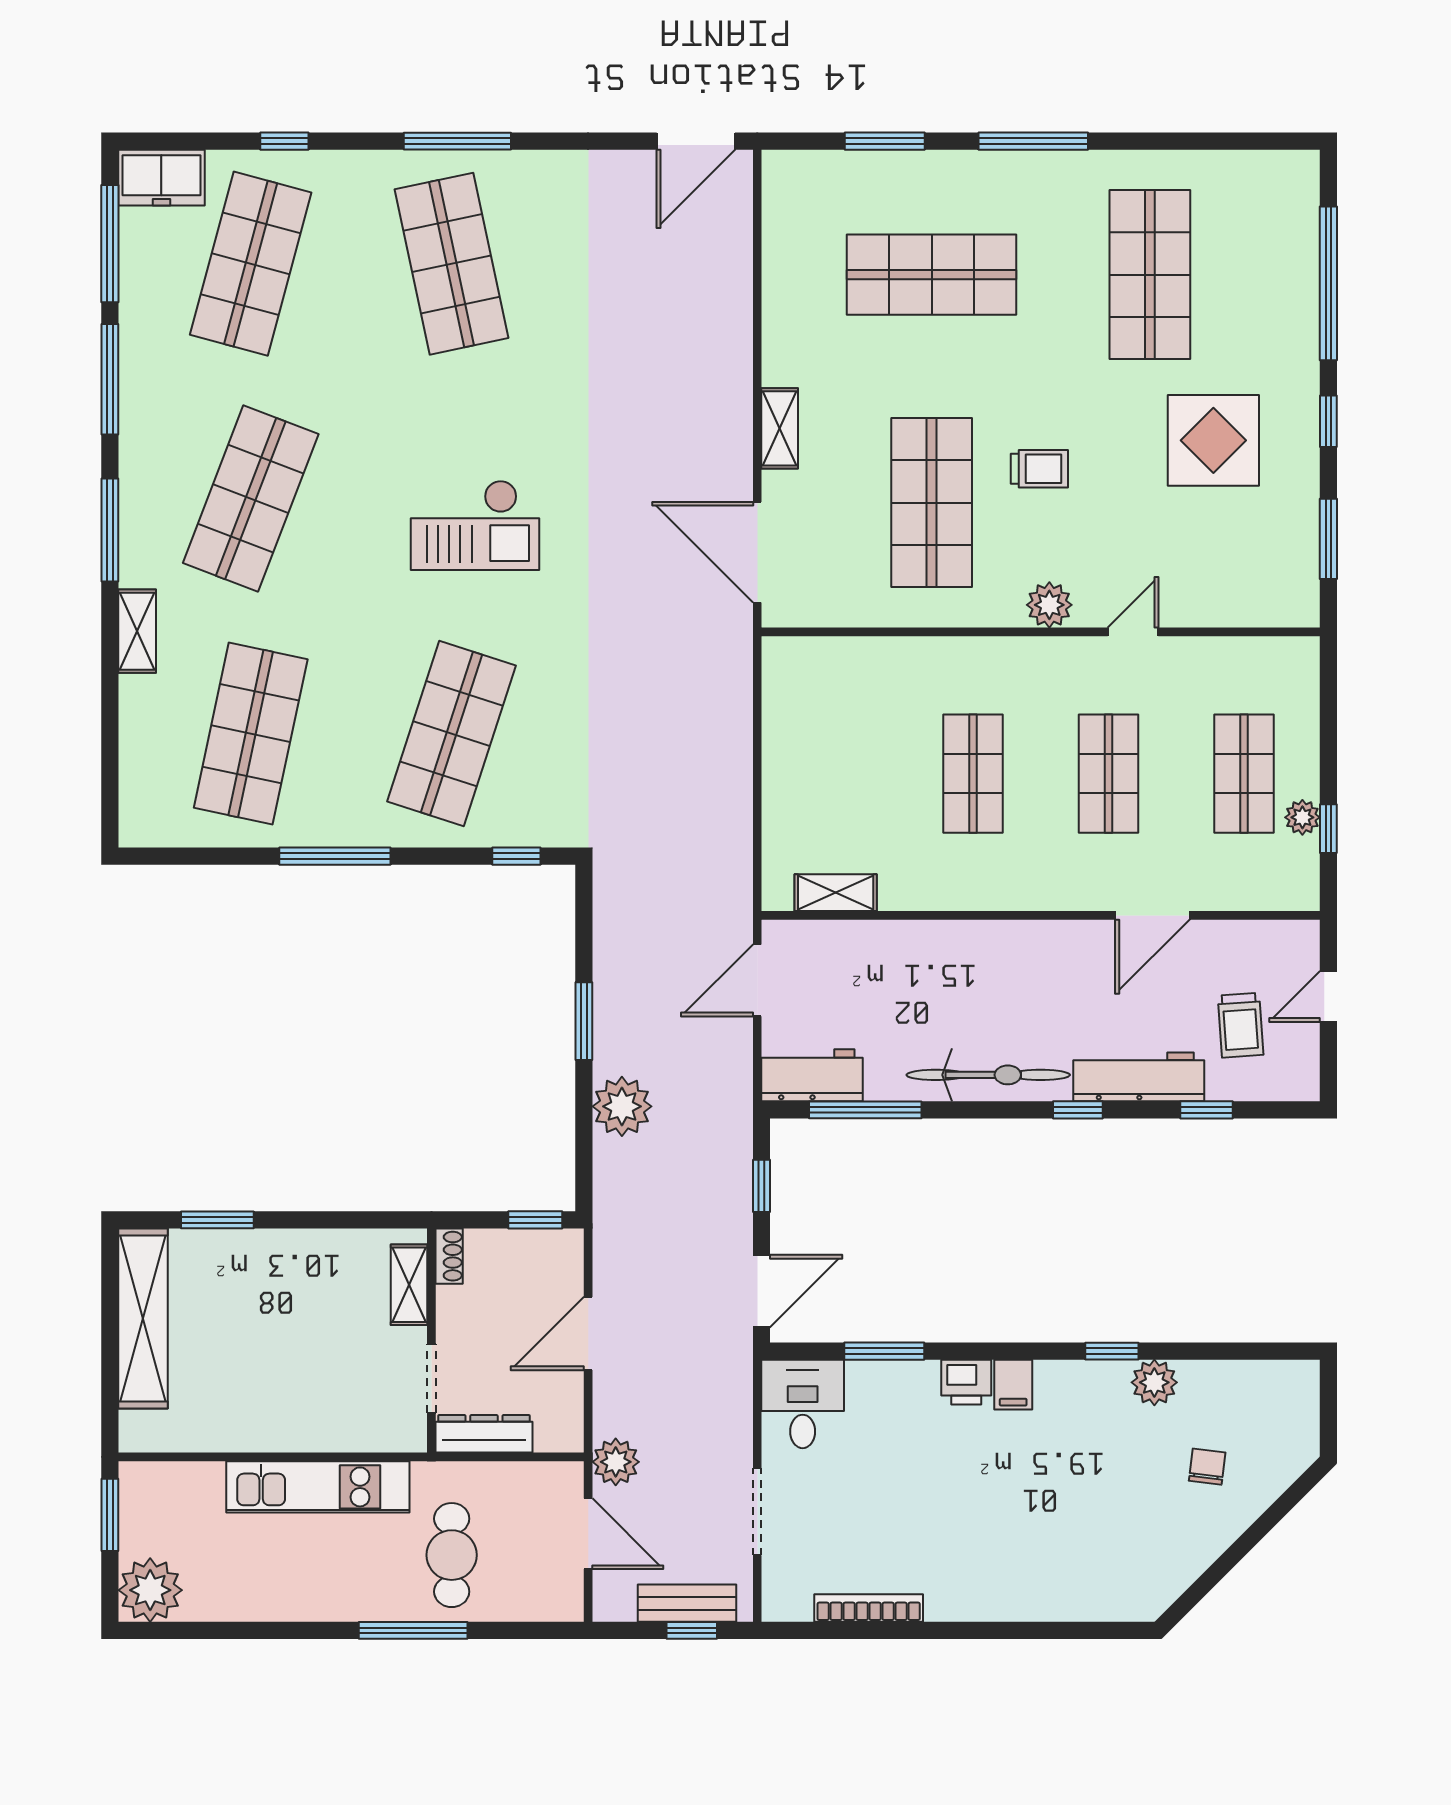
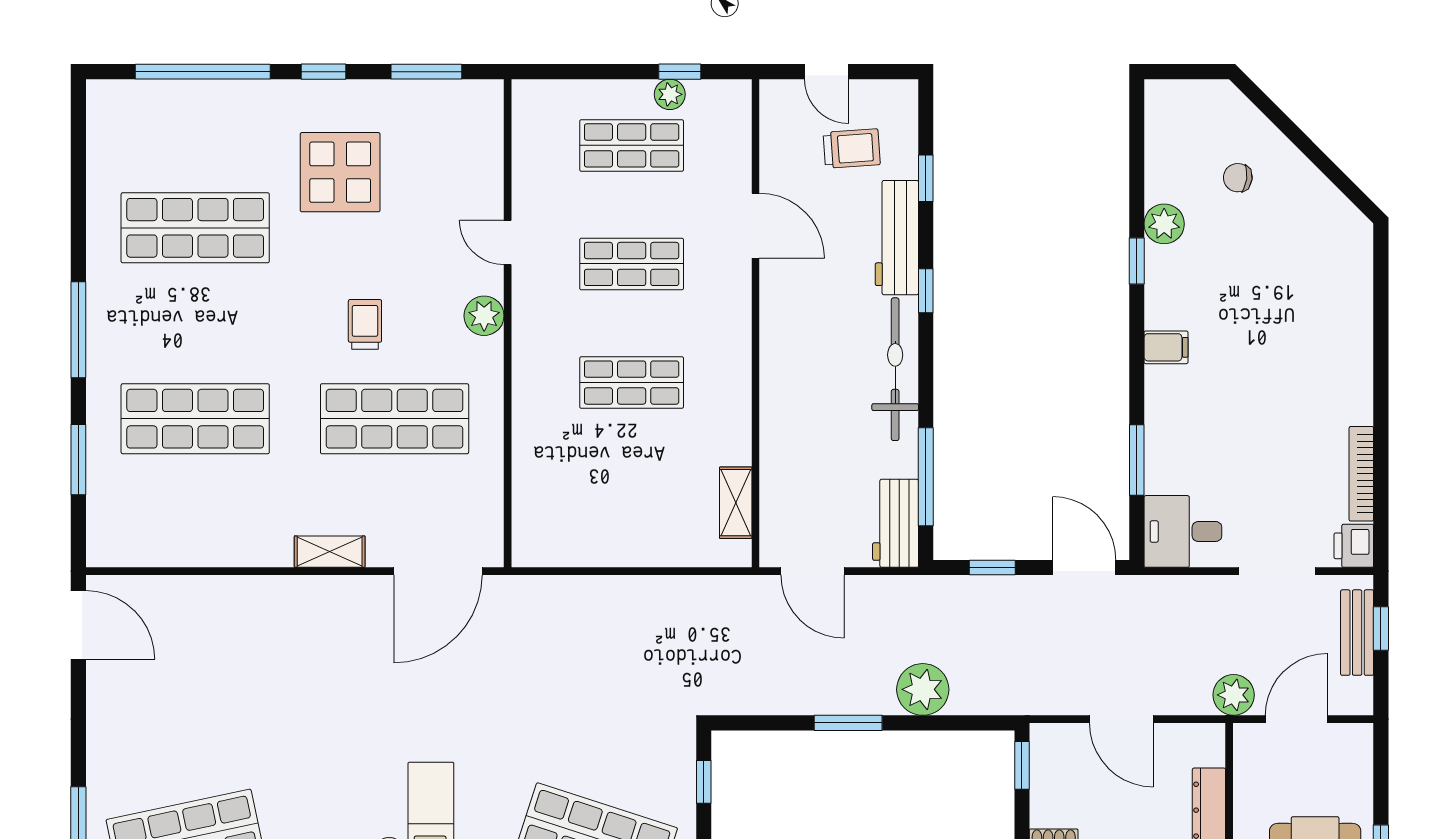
shop shelf: (932, 275) -> (195, 419), turned 90
printer: (966, 1382) -> (1354, 546), moved, turned 180

